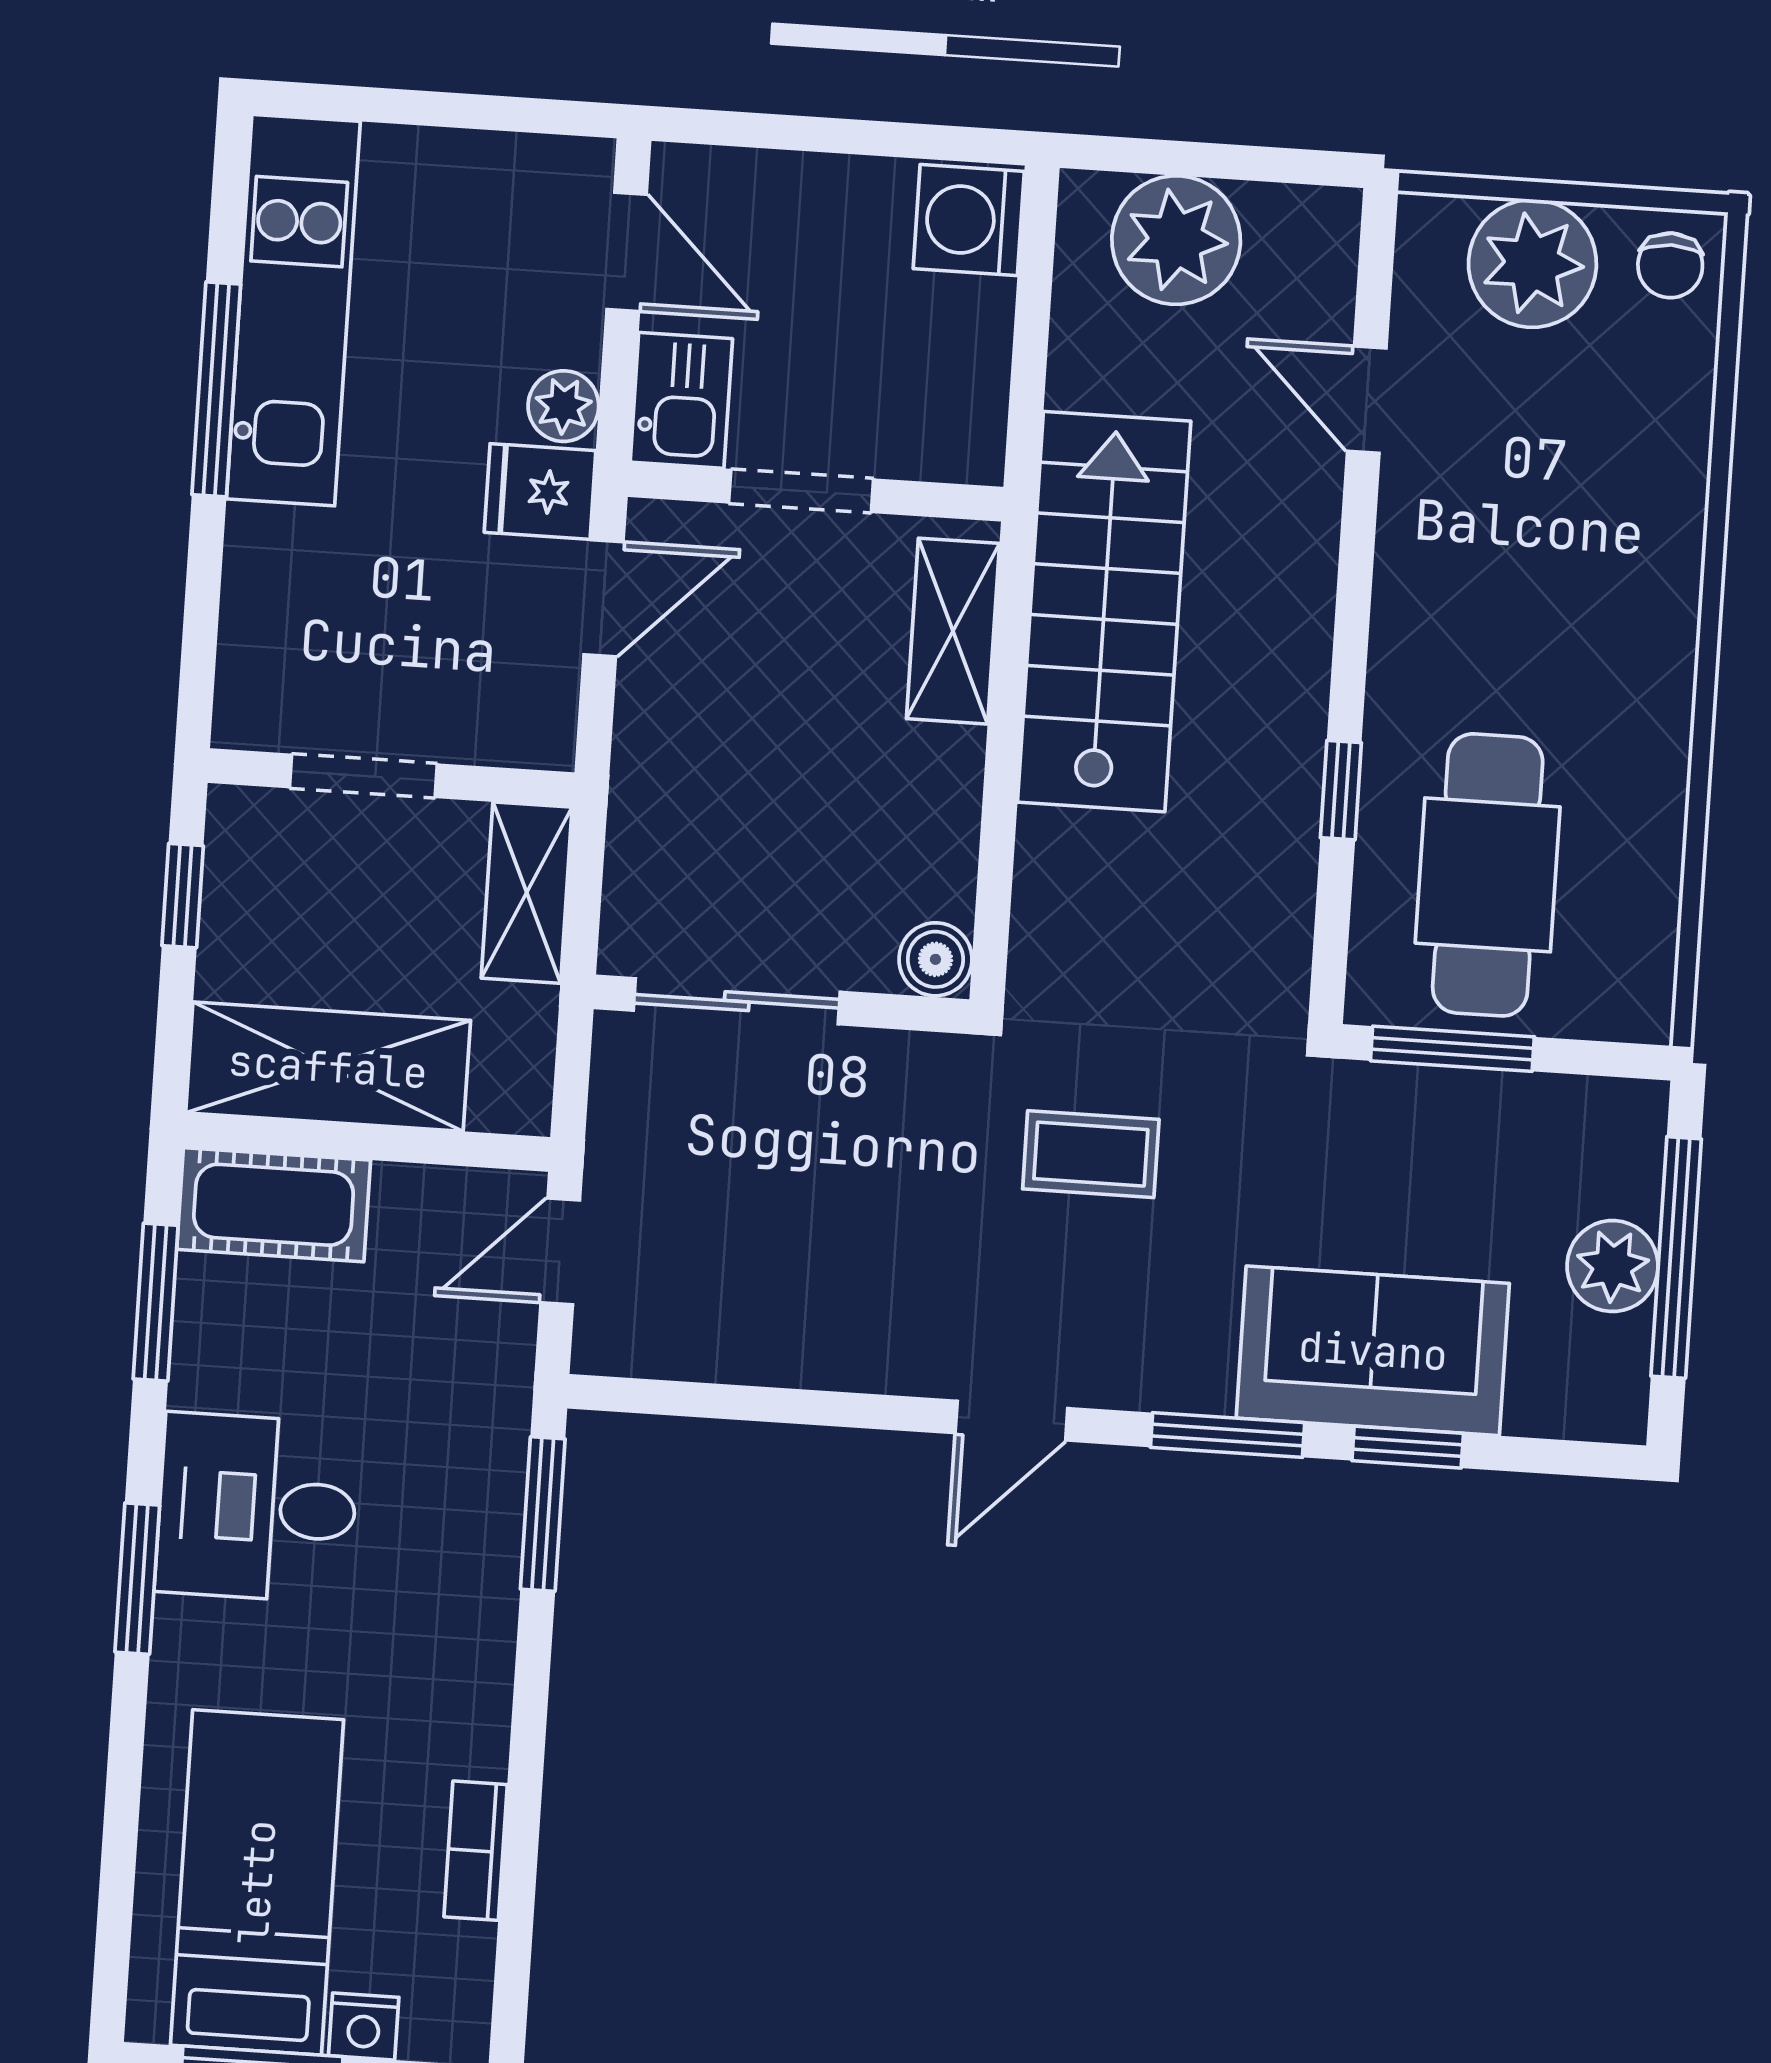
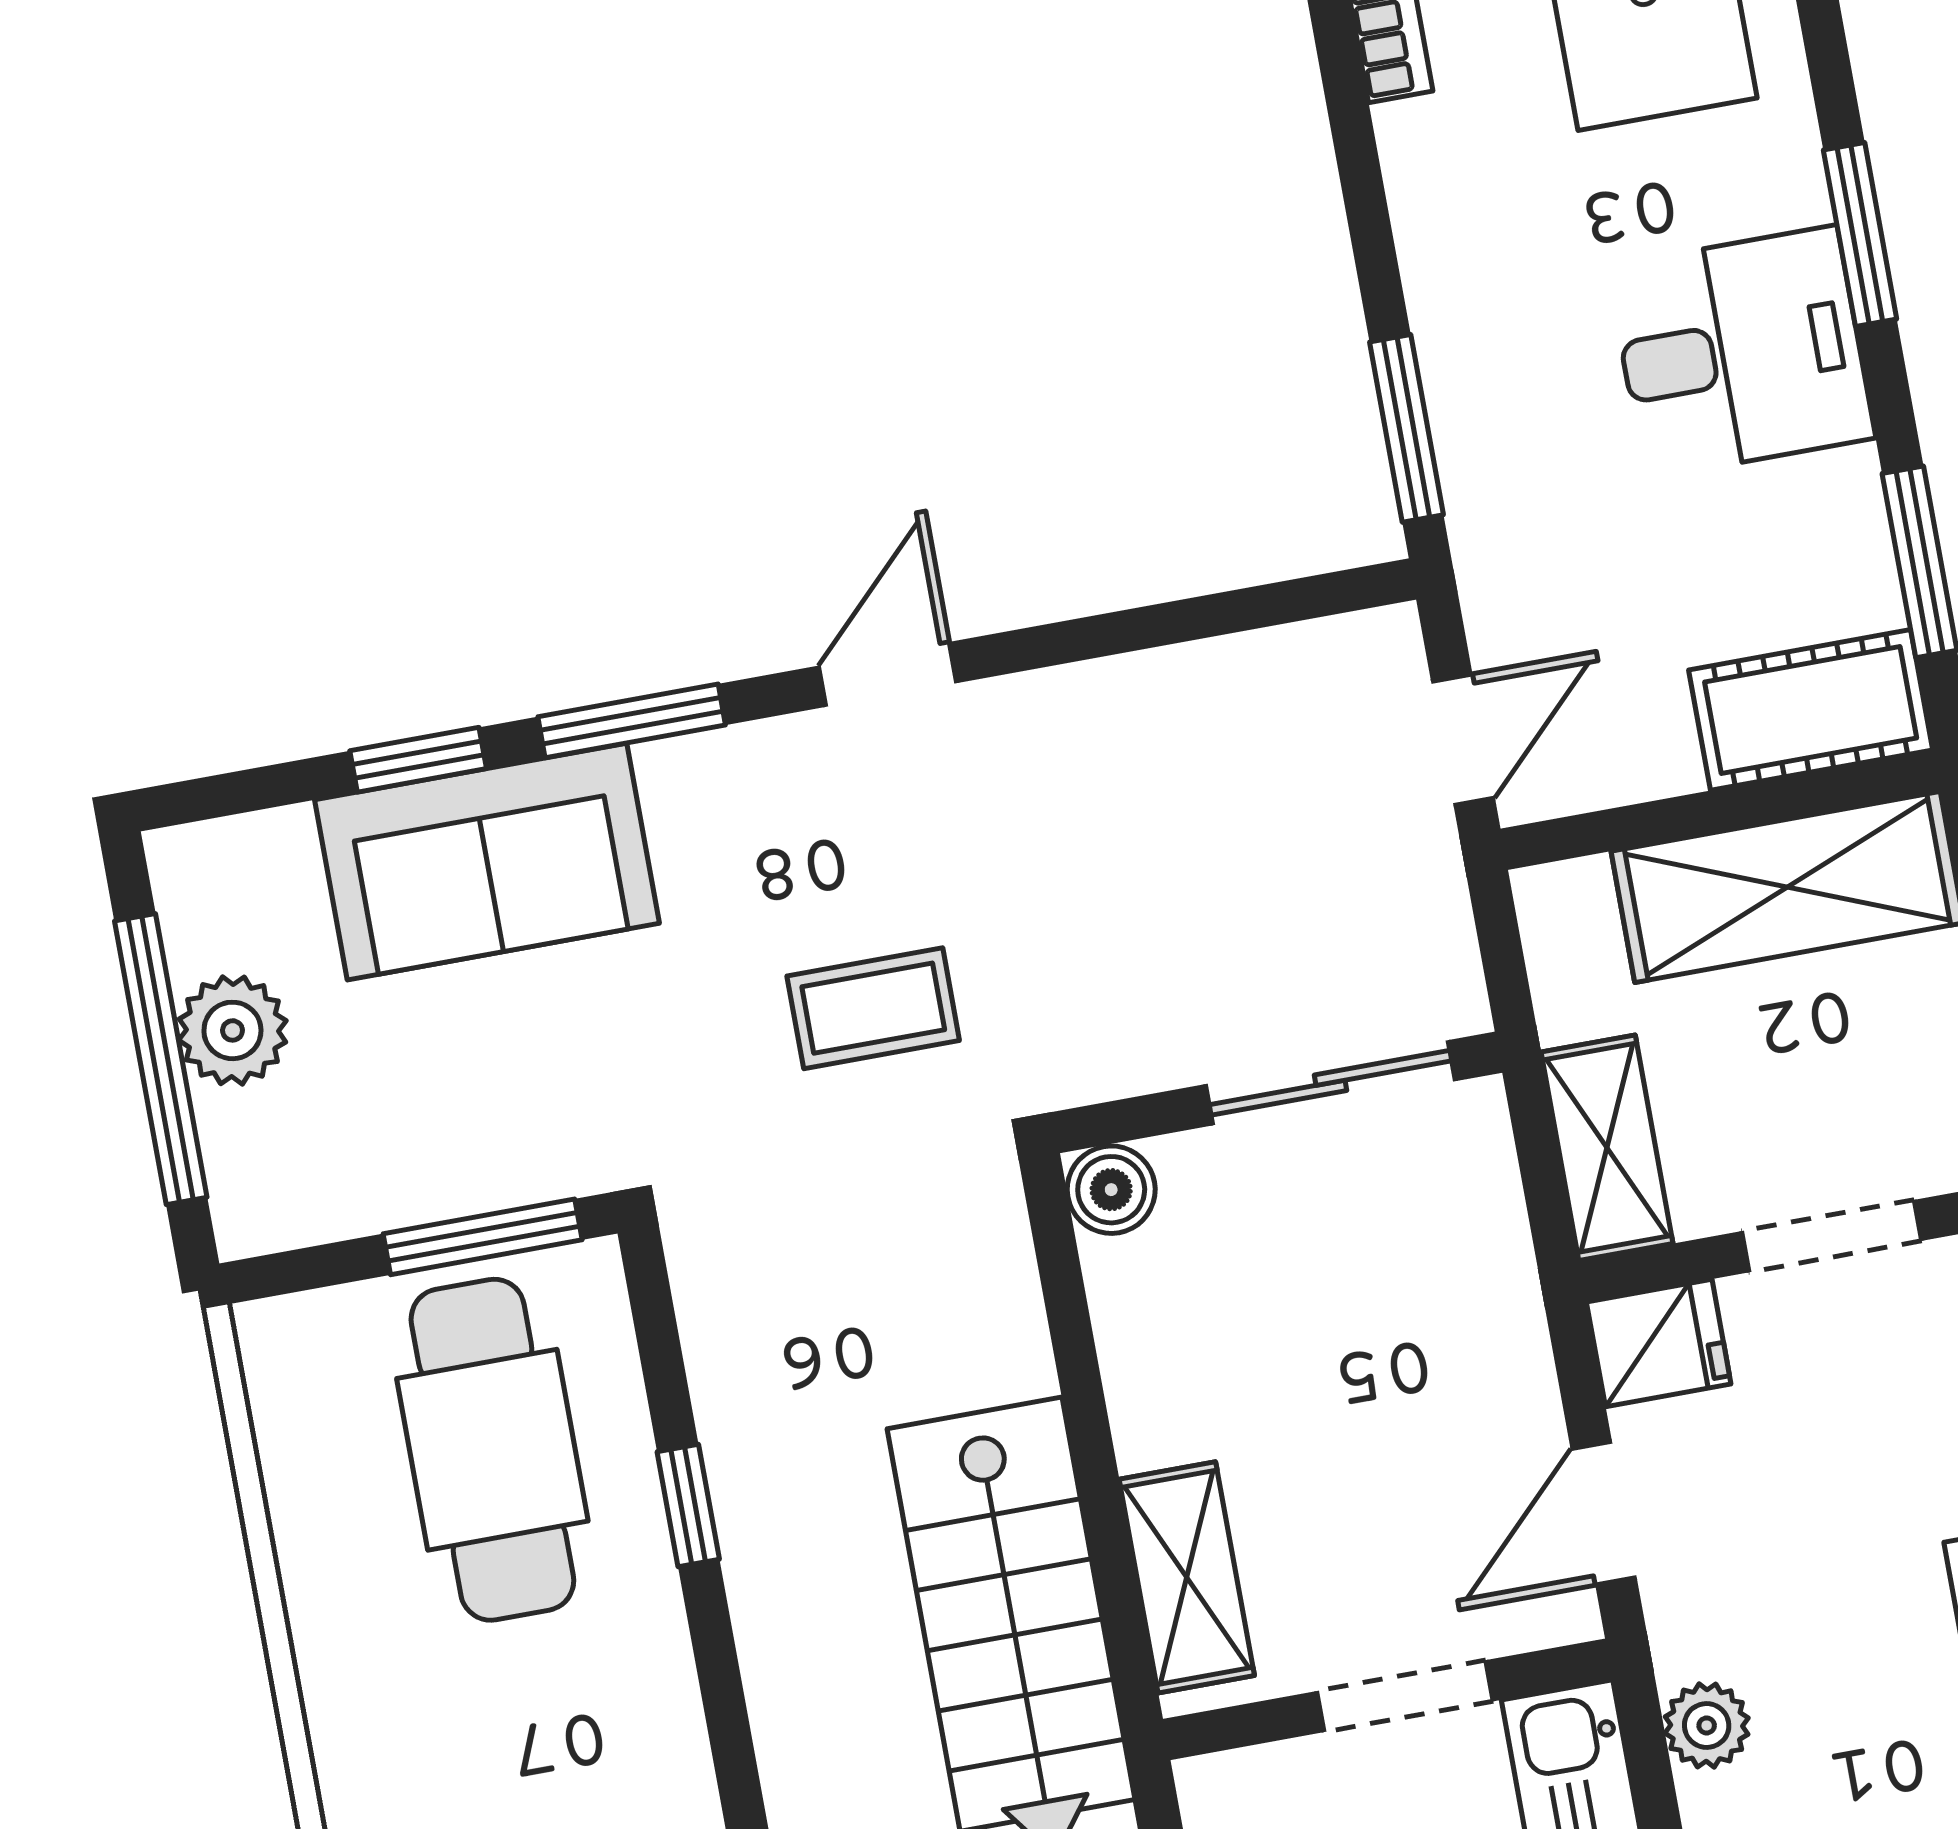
fridge: (540, 491) -> (1659, 1343), moved

